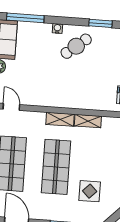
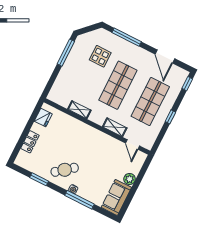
window: (25, 18) -> (80, 200), moved
shelving: (60, 119) -> (115, 127), moved

